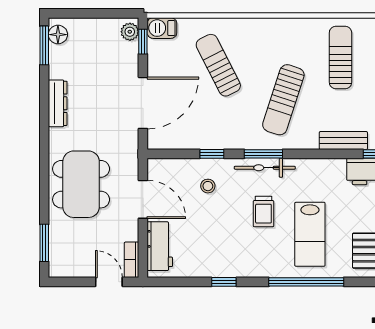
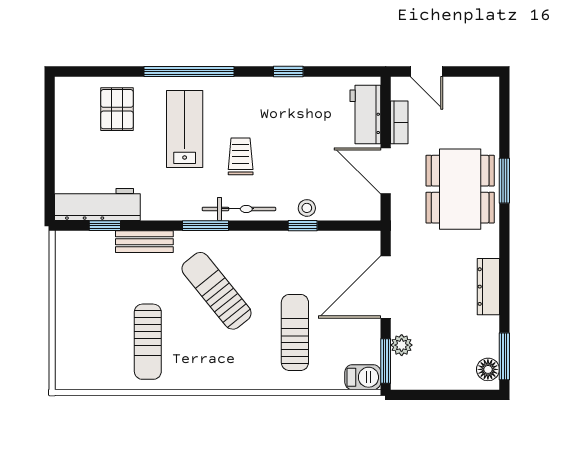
plant: (130, 32) -> (402, 345), moved
window: (143, 42) -> (386, 361), width x1.50
sun lounger: (218, 65) -> (295, 332), turned -153
sun lounger: (283, 100) -> (216, 291), turned -57
window: (263, 154) -> (205, 226), moved
stool: (208, 186) -> (307, 208), moved
window: (44, 243) -> (504, 181), moved
bookcase: (132, 260) -> (399, 122), moved

